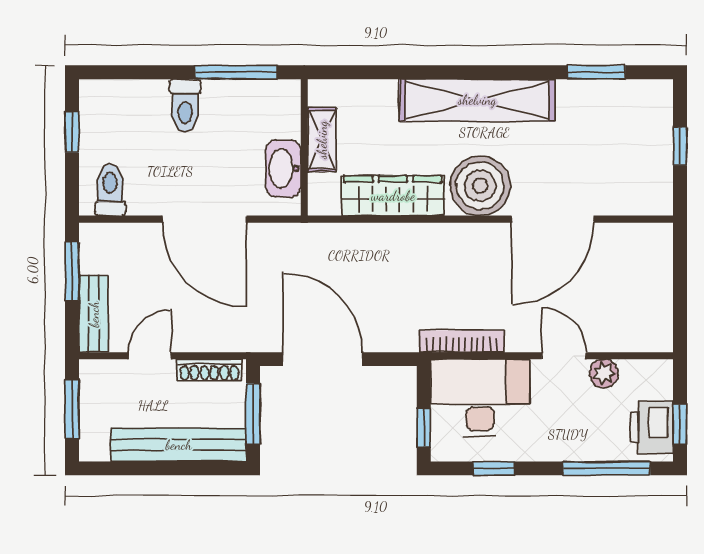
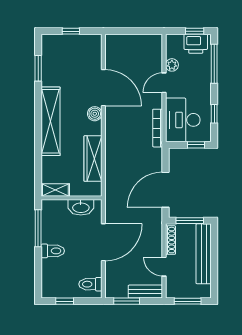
shelving: (322, 140) -> (55, 190), moved
boiler: (480, 186) -> (95, 114), width x0.54, depth x0.54

